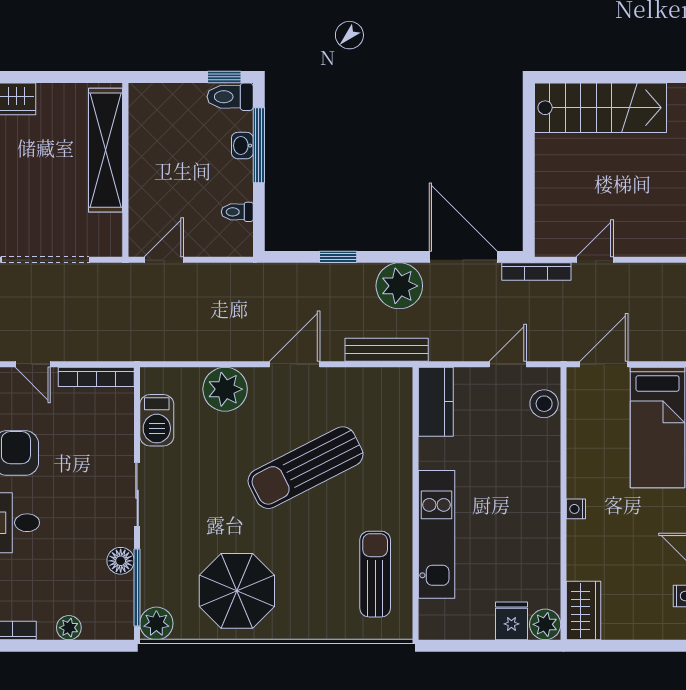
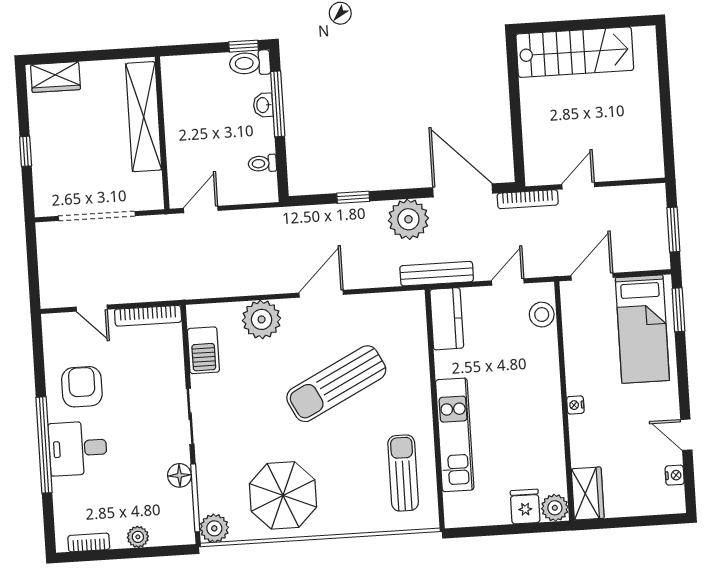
bench: (387, 350) -> (437, 274), moved

